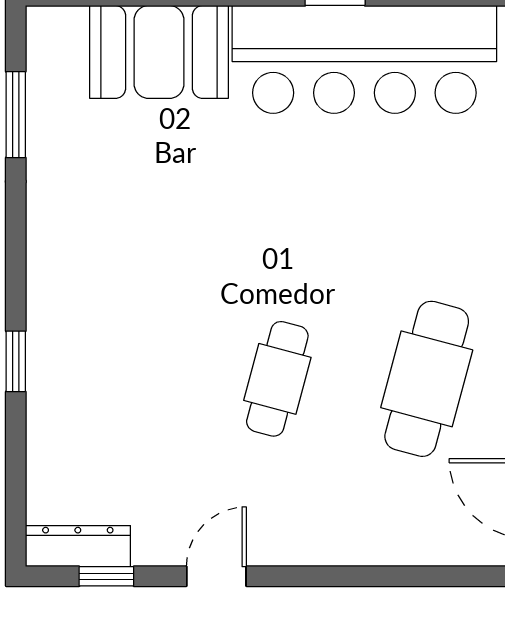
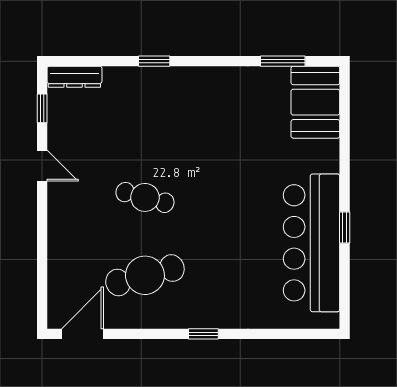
booth: (159, 52) -> (315, 102), moved
cafe table: (427, 379) -> (145, 275), turned -30
dresser: (78, 546) -> (74, 77), moved, turned 90

